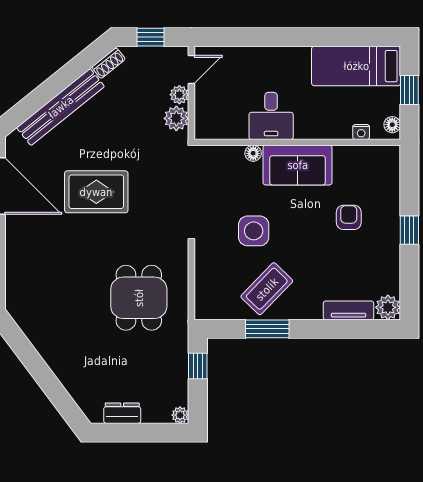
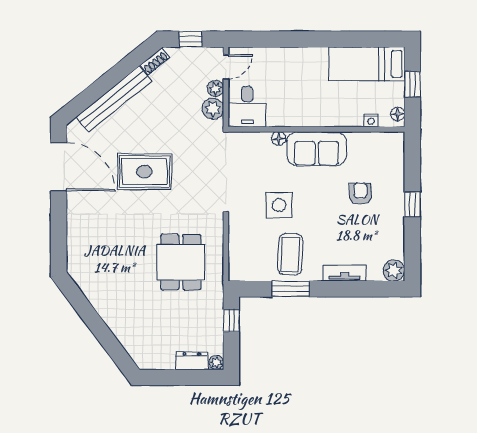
desk: (271, 116) -> (247, 107), moved
coffee table: (267, 289) -> (290, 254), turned -42
tv unit: (349, 310) -> (345, 273), moved
dresser: (122, 413) -> (192, 361), moved

